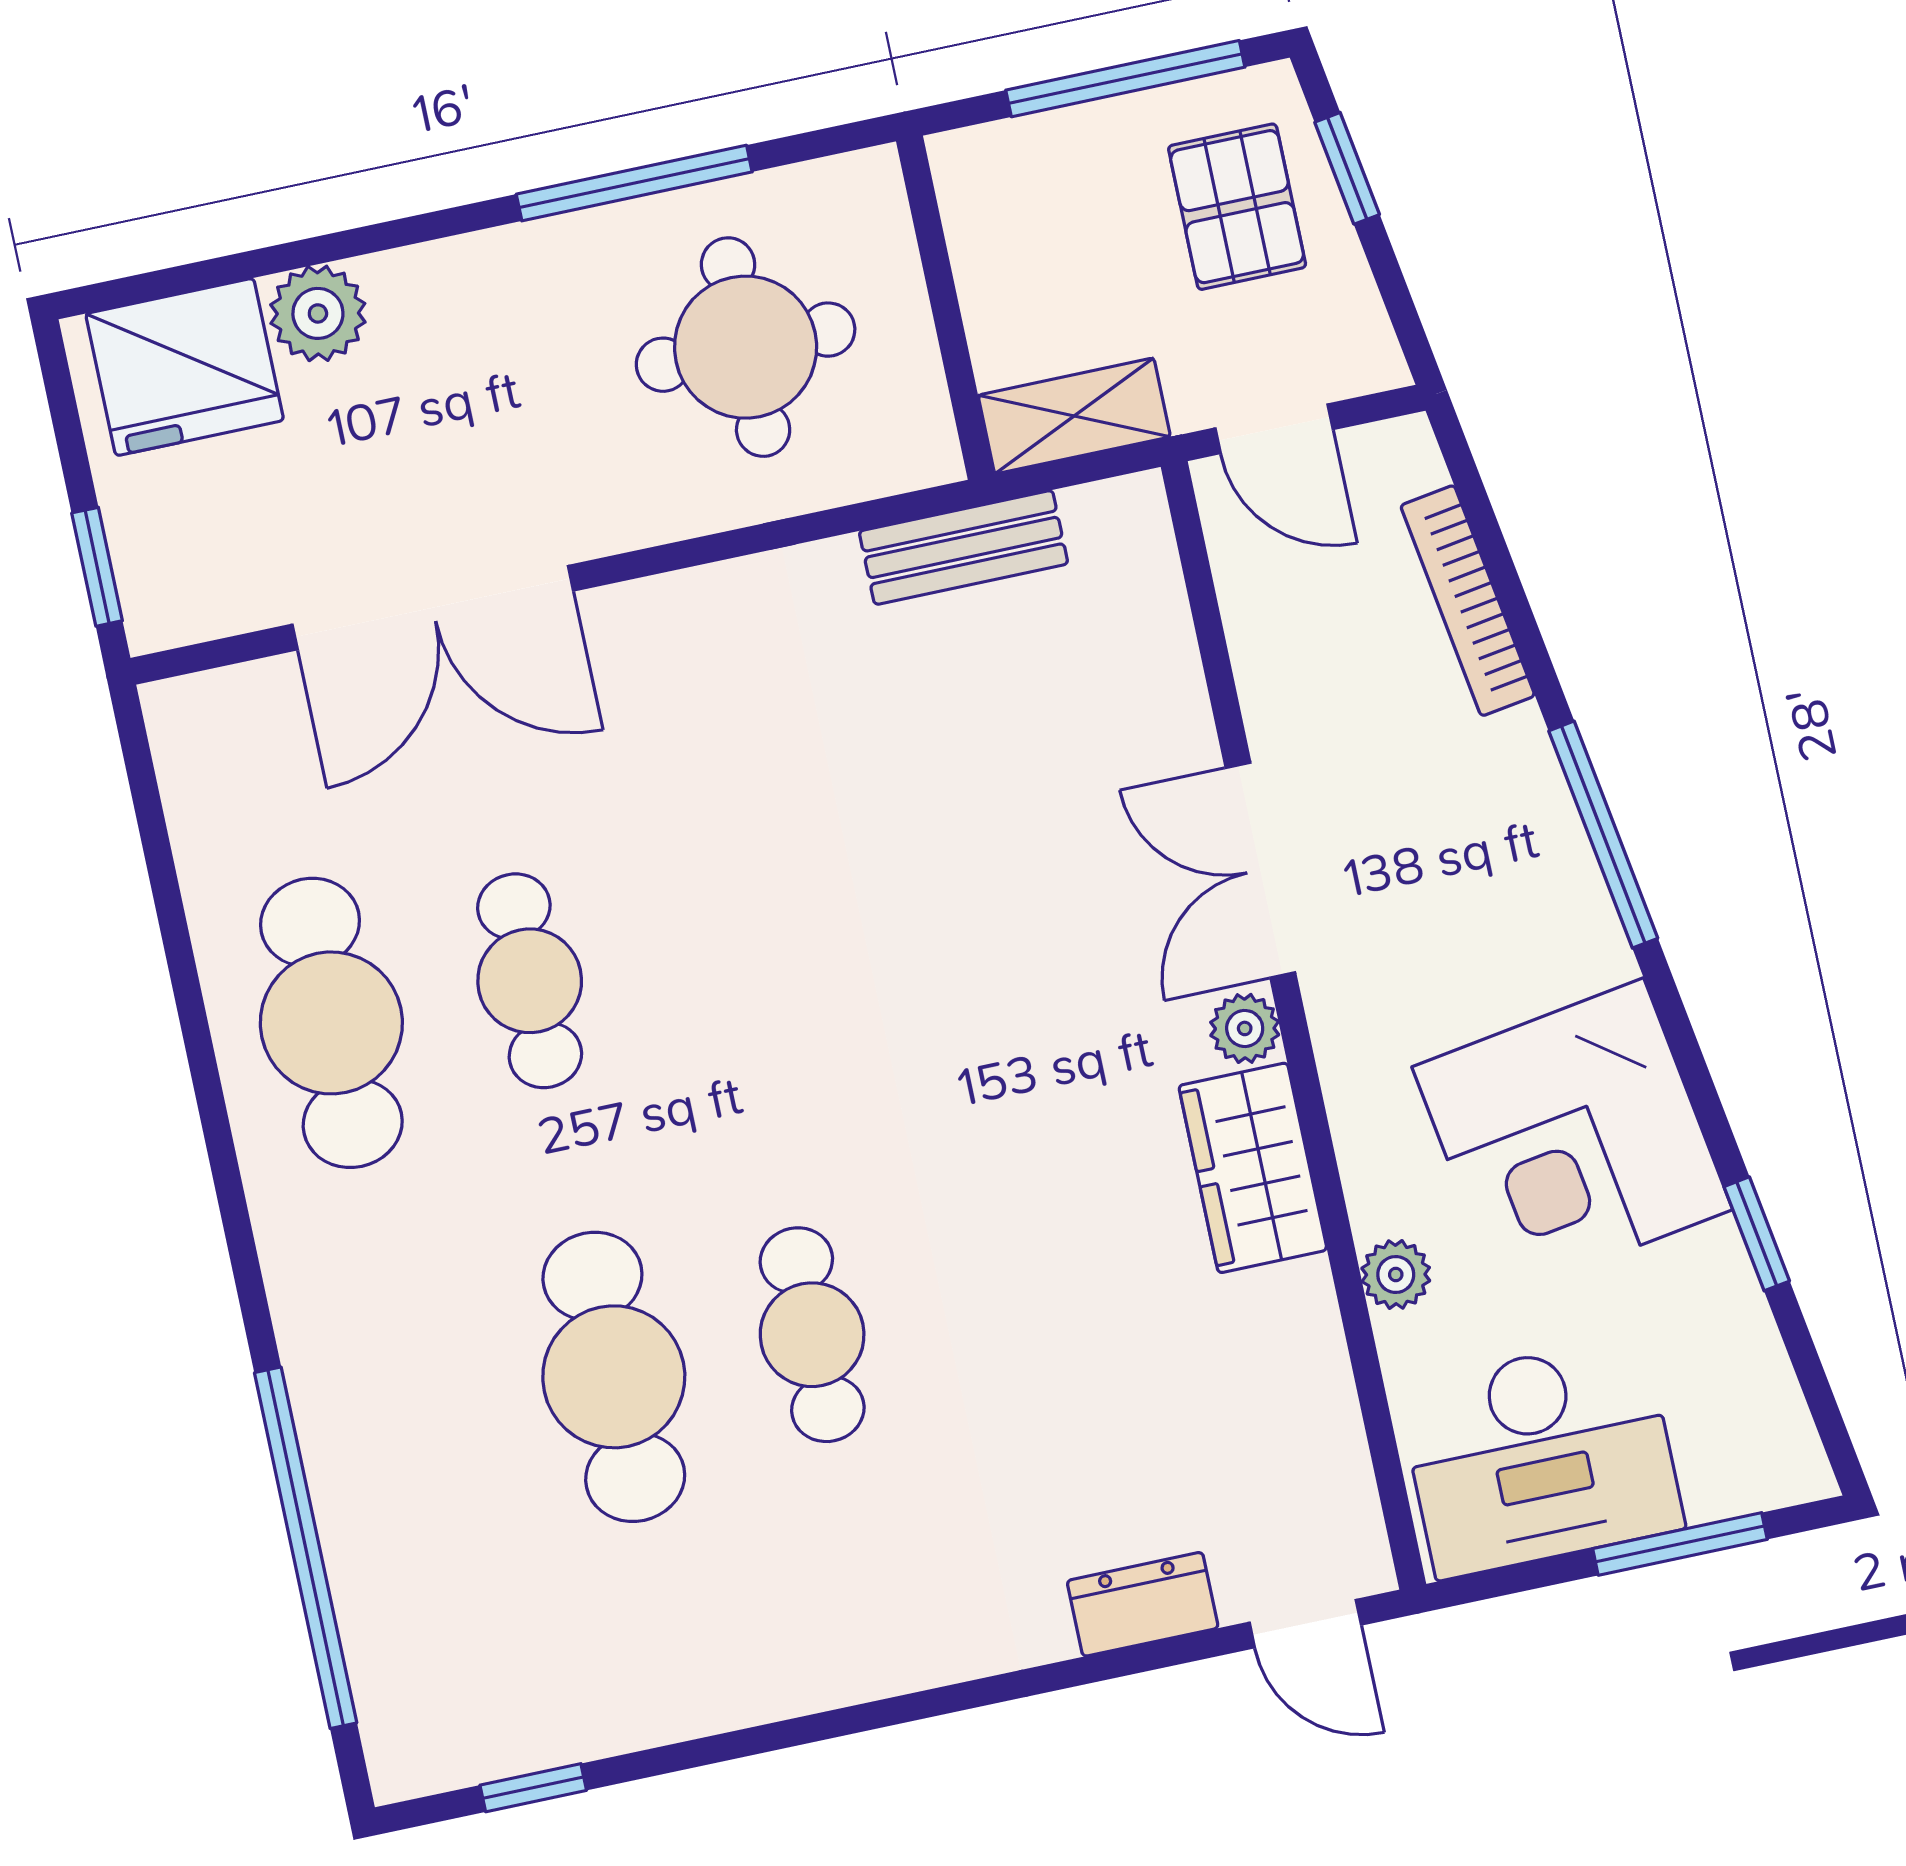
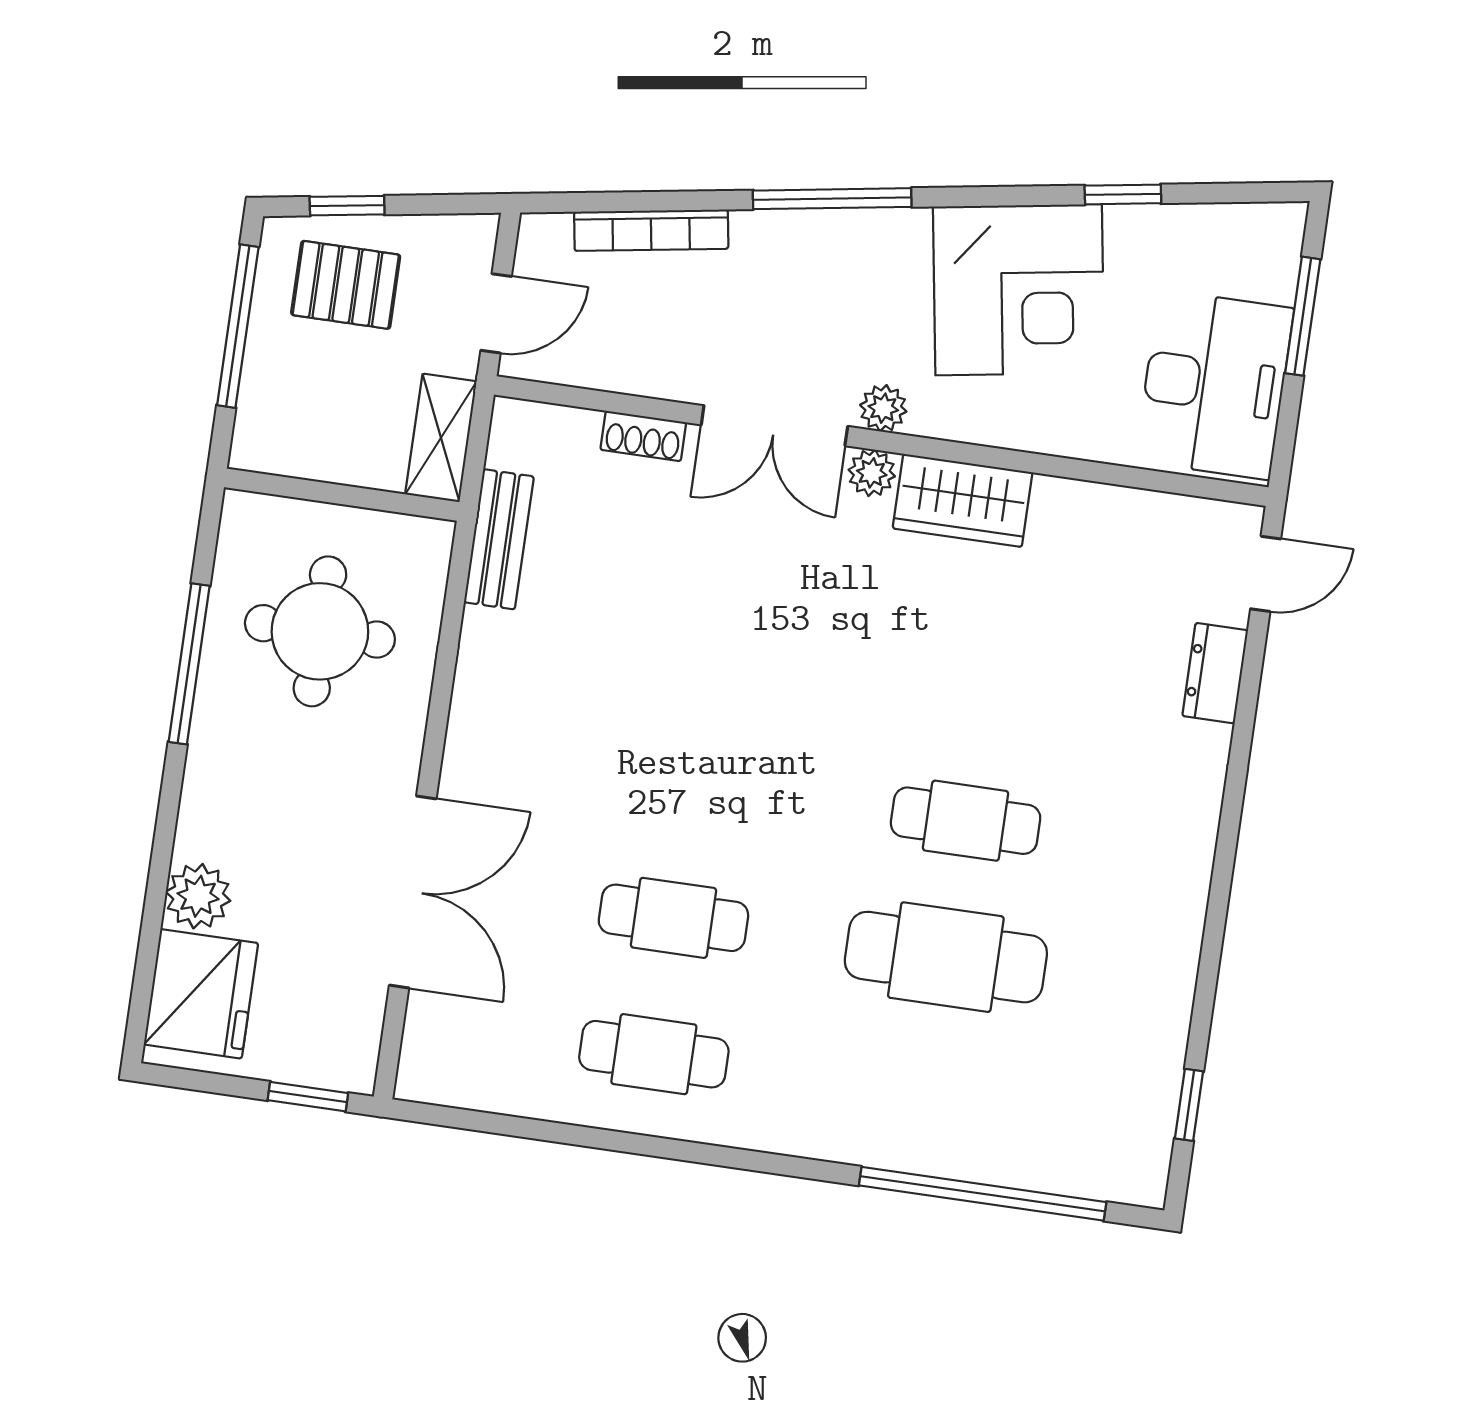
shoe rack: (1179, 694) -> (643, 436), added
cafe table: (331, 1023) -> (654, 1054), width x0.73, depth x0.74
plant: (1396, 1274) -> (883, 408), moved

